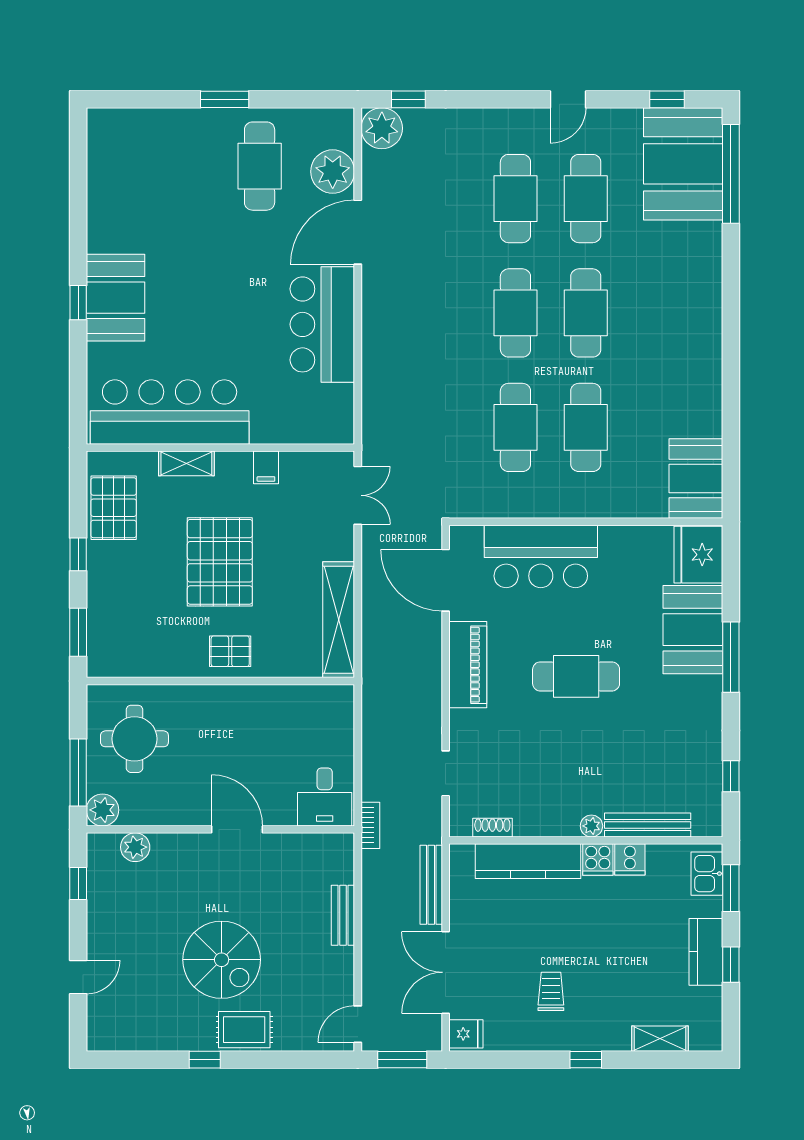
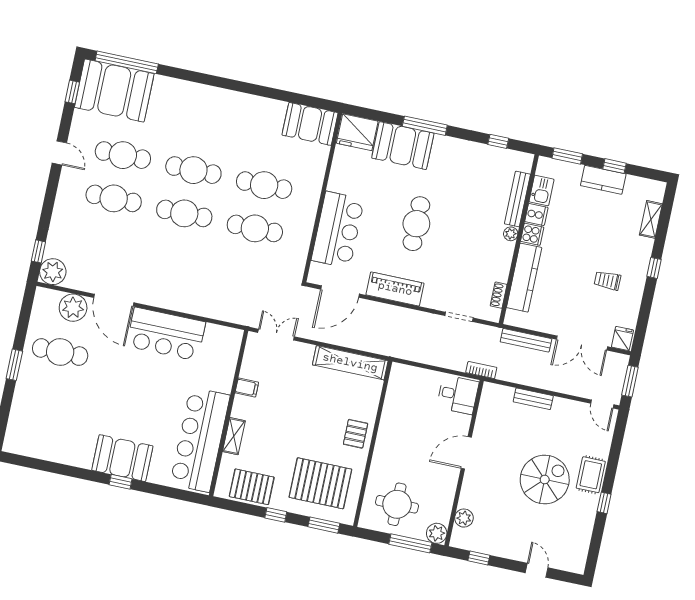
pallet: (220, 562) -> (320, 483), moved
kitchen sink: (707, 874) -> (541, 191), moved, turned -90

